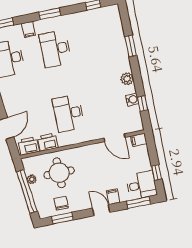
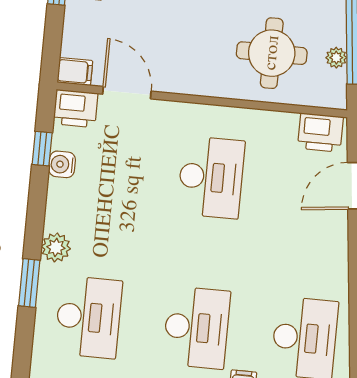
desk: (102, 39) -> (88, 317), added
plant: (127, 79) -> (56, 247), moved
printer: (48, 142) -> (76, 109), moved

